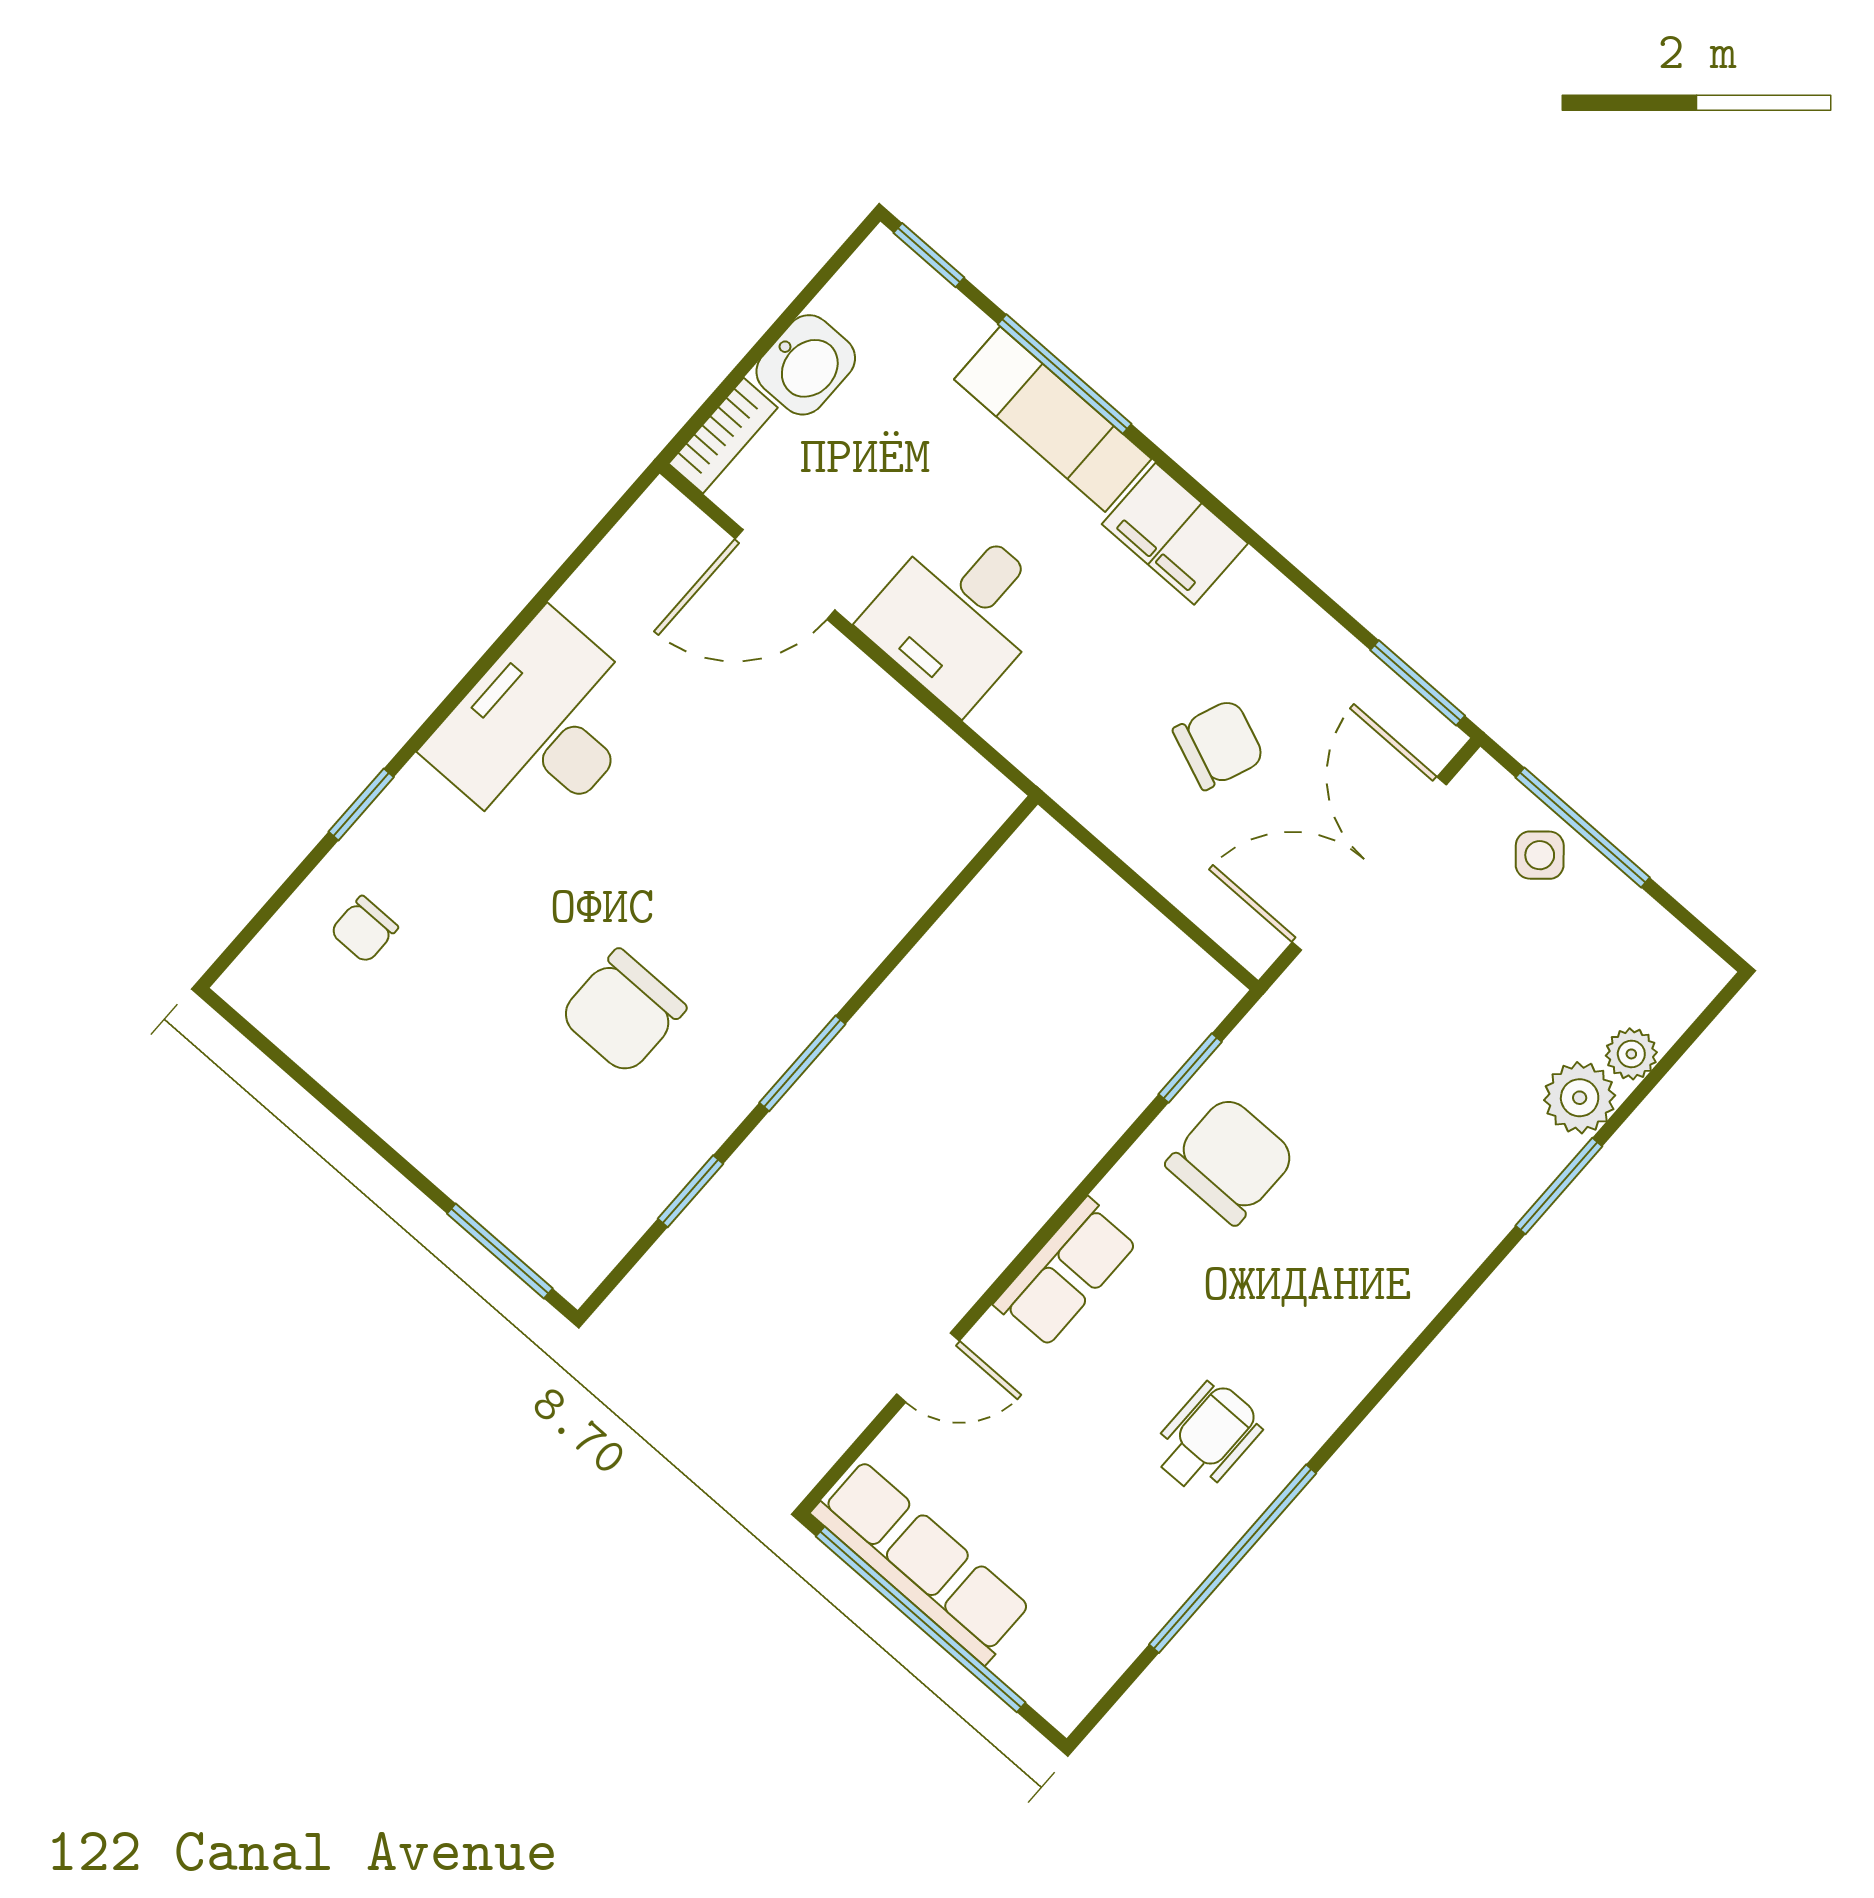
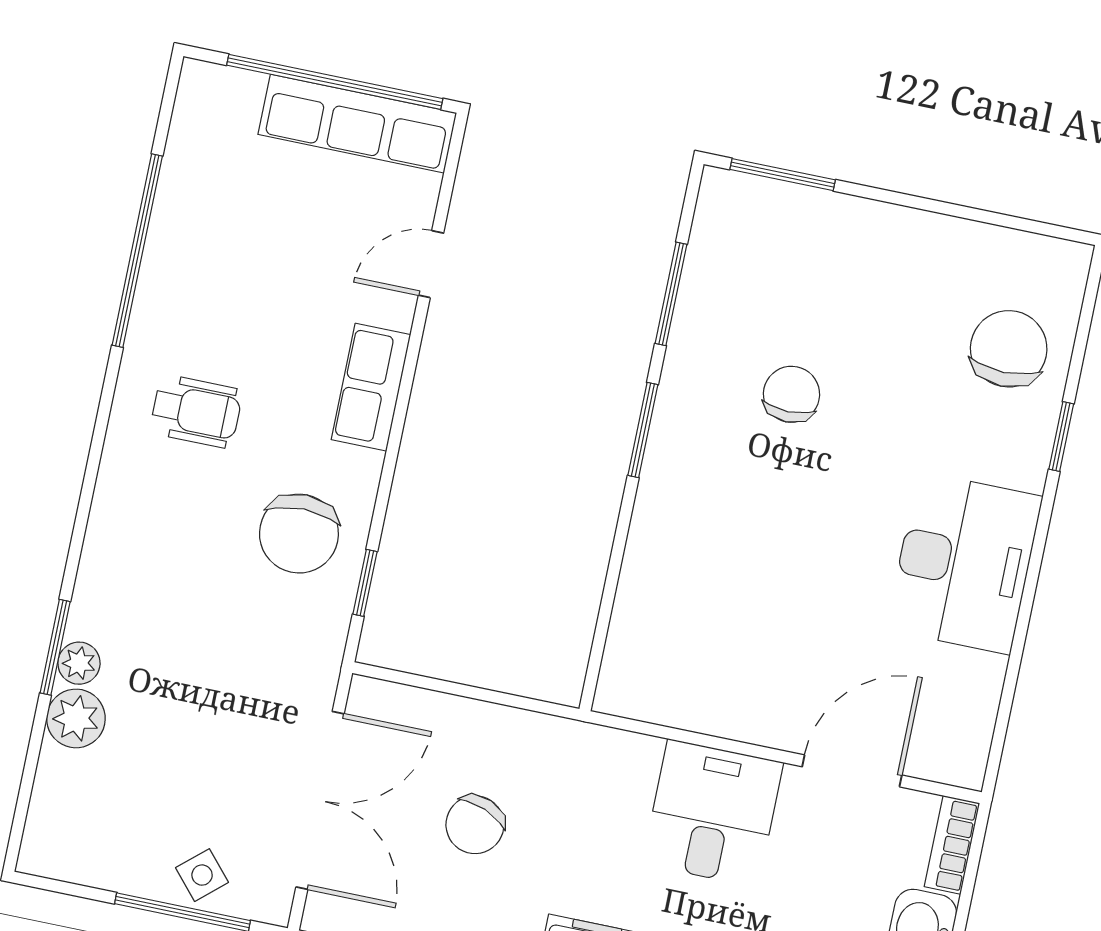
chair: (364, 930) -> (1009, 349), width x1.87, depth x1.87
chair: (623, 1012) -> (791, 394), width x0.73, depth x0.73
plant: (1631, 1054) -> (79, 663), moved
window: (690, 1191) -> (671, 294), width x1.50
wheelchair: (1207, 1438) -> (196, 411), moved, turned -90

